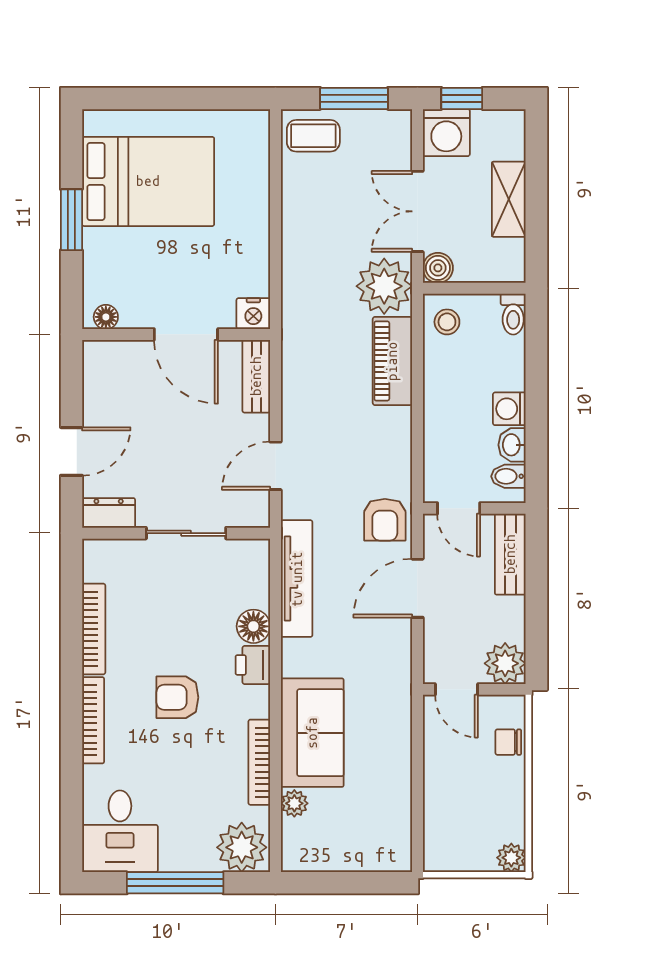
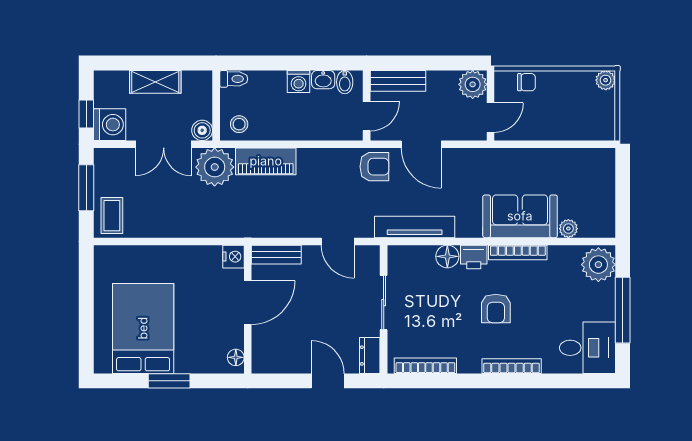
bookcase: (94, 629) -> (425, 366), moved
chair: (508, 742) -> (526, 82), turned -90
bookcase: (259, 762) -> (518, 253), moved

